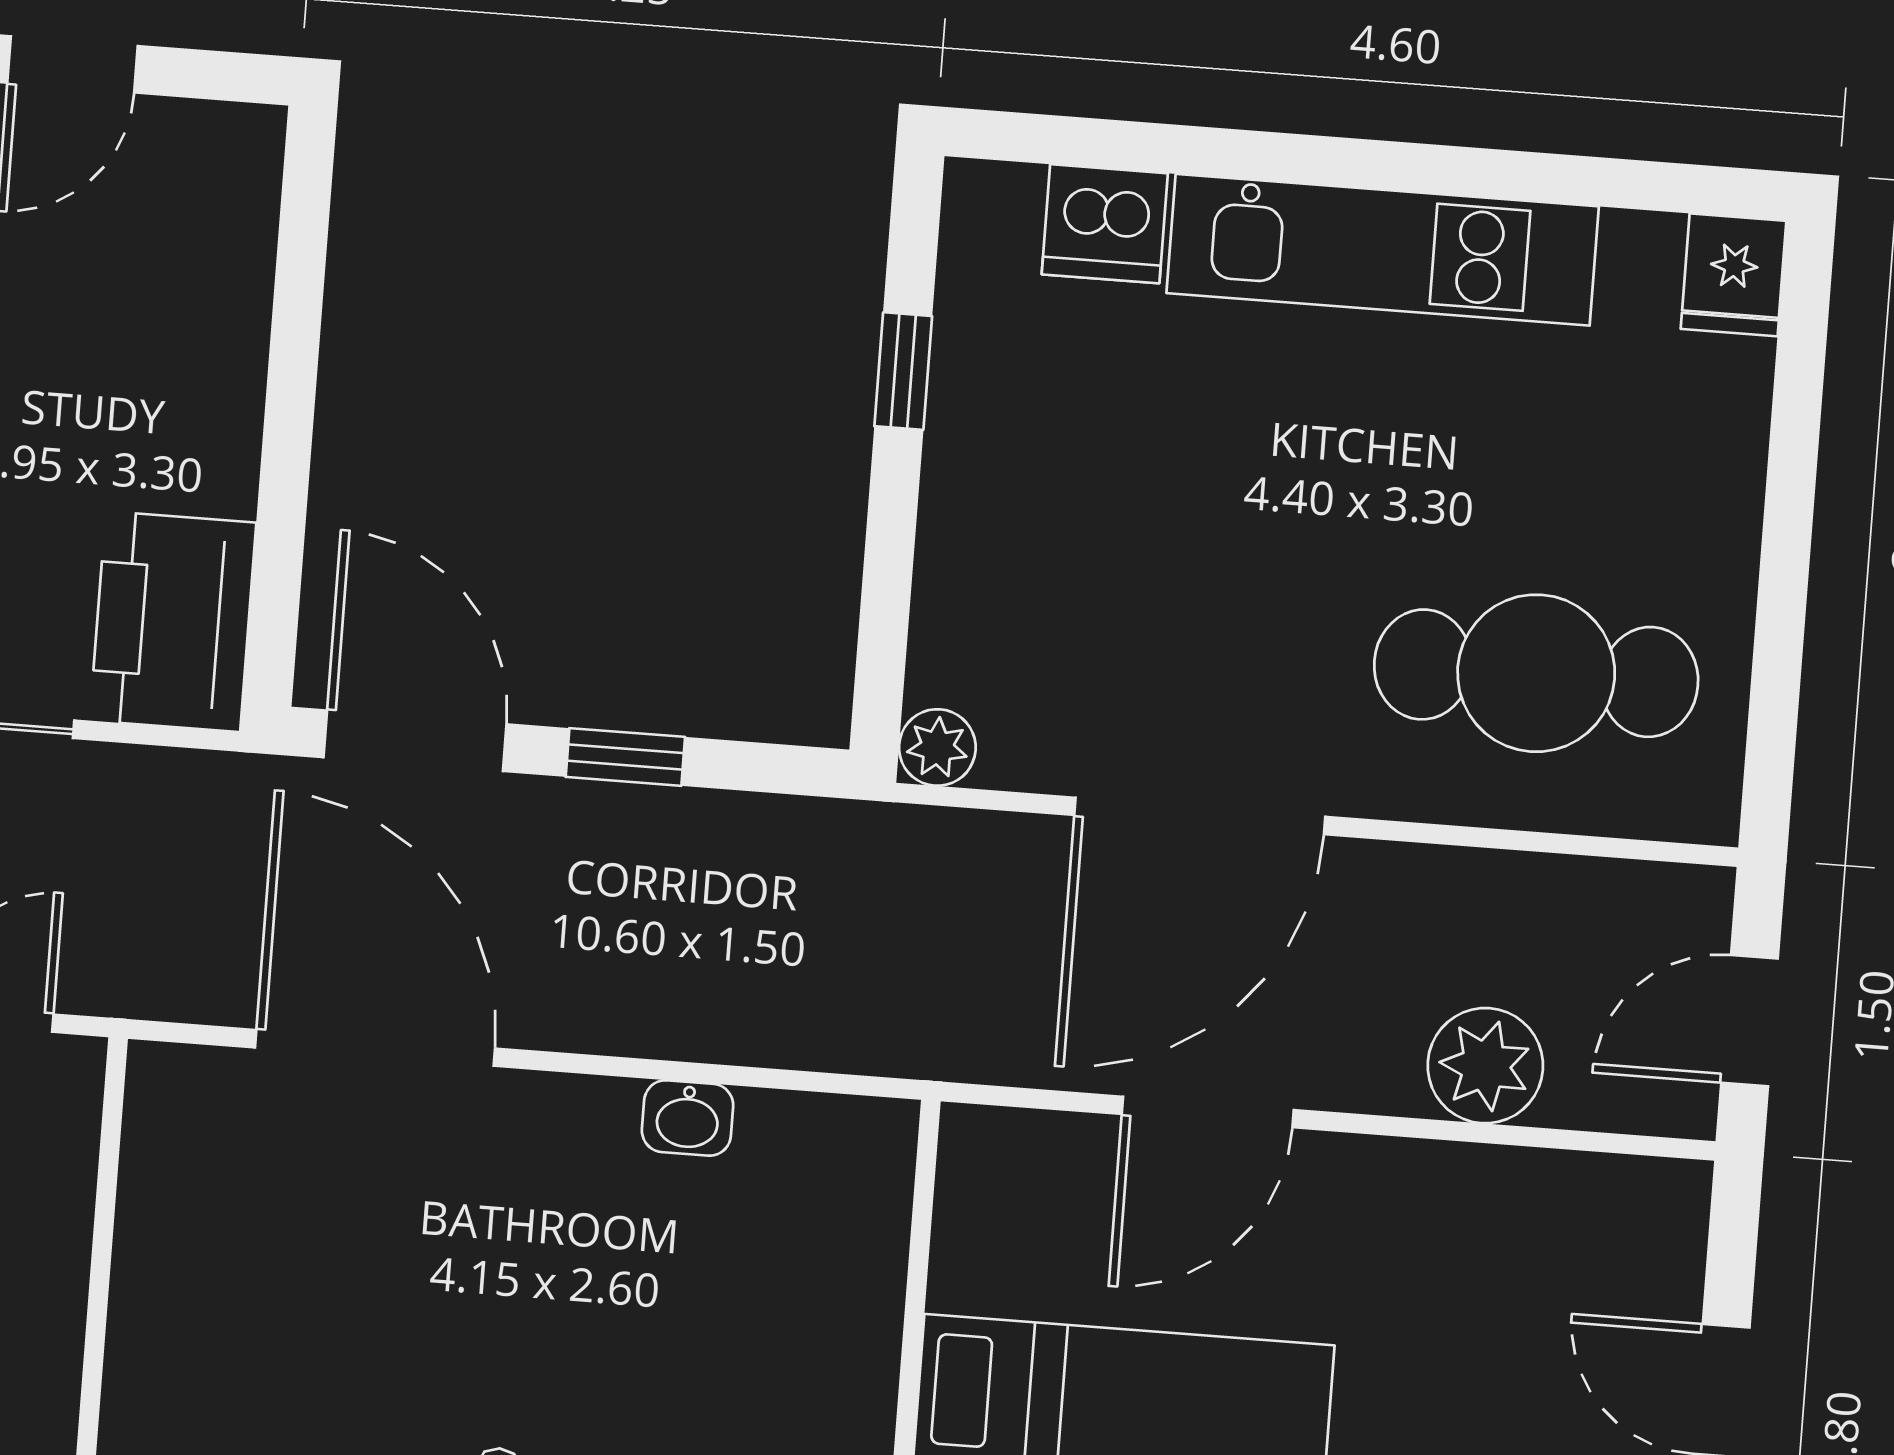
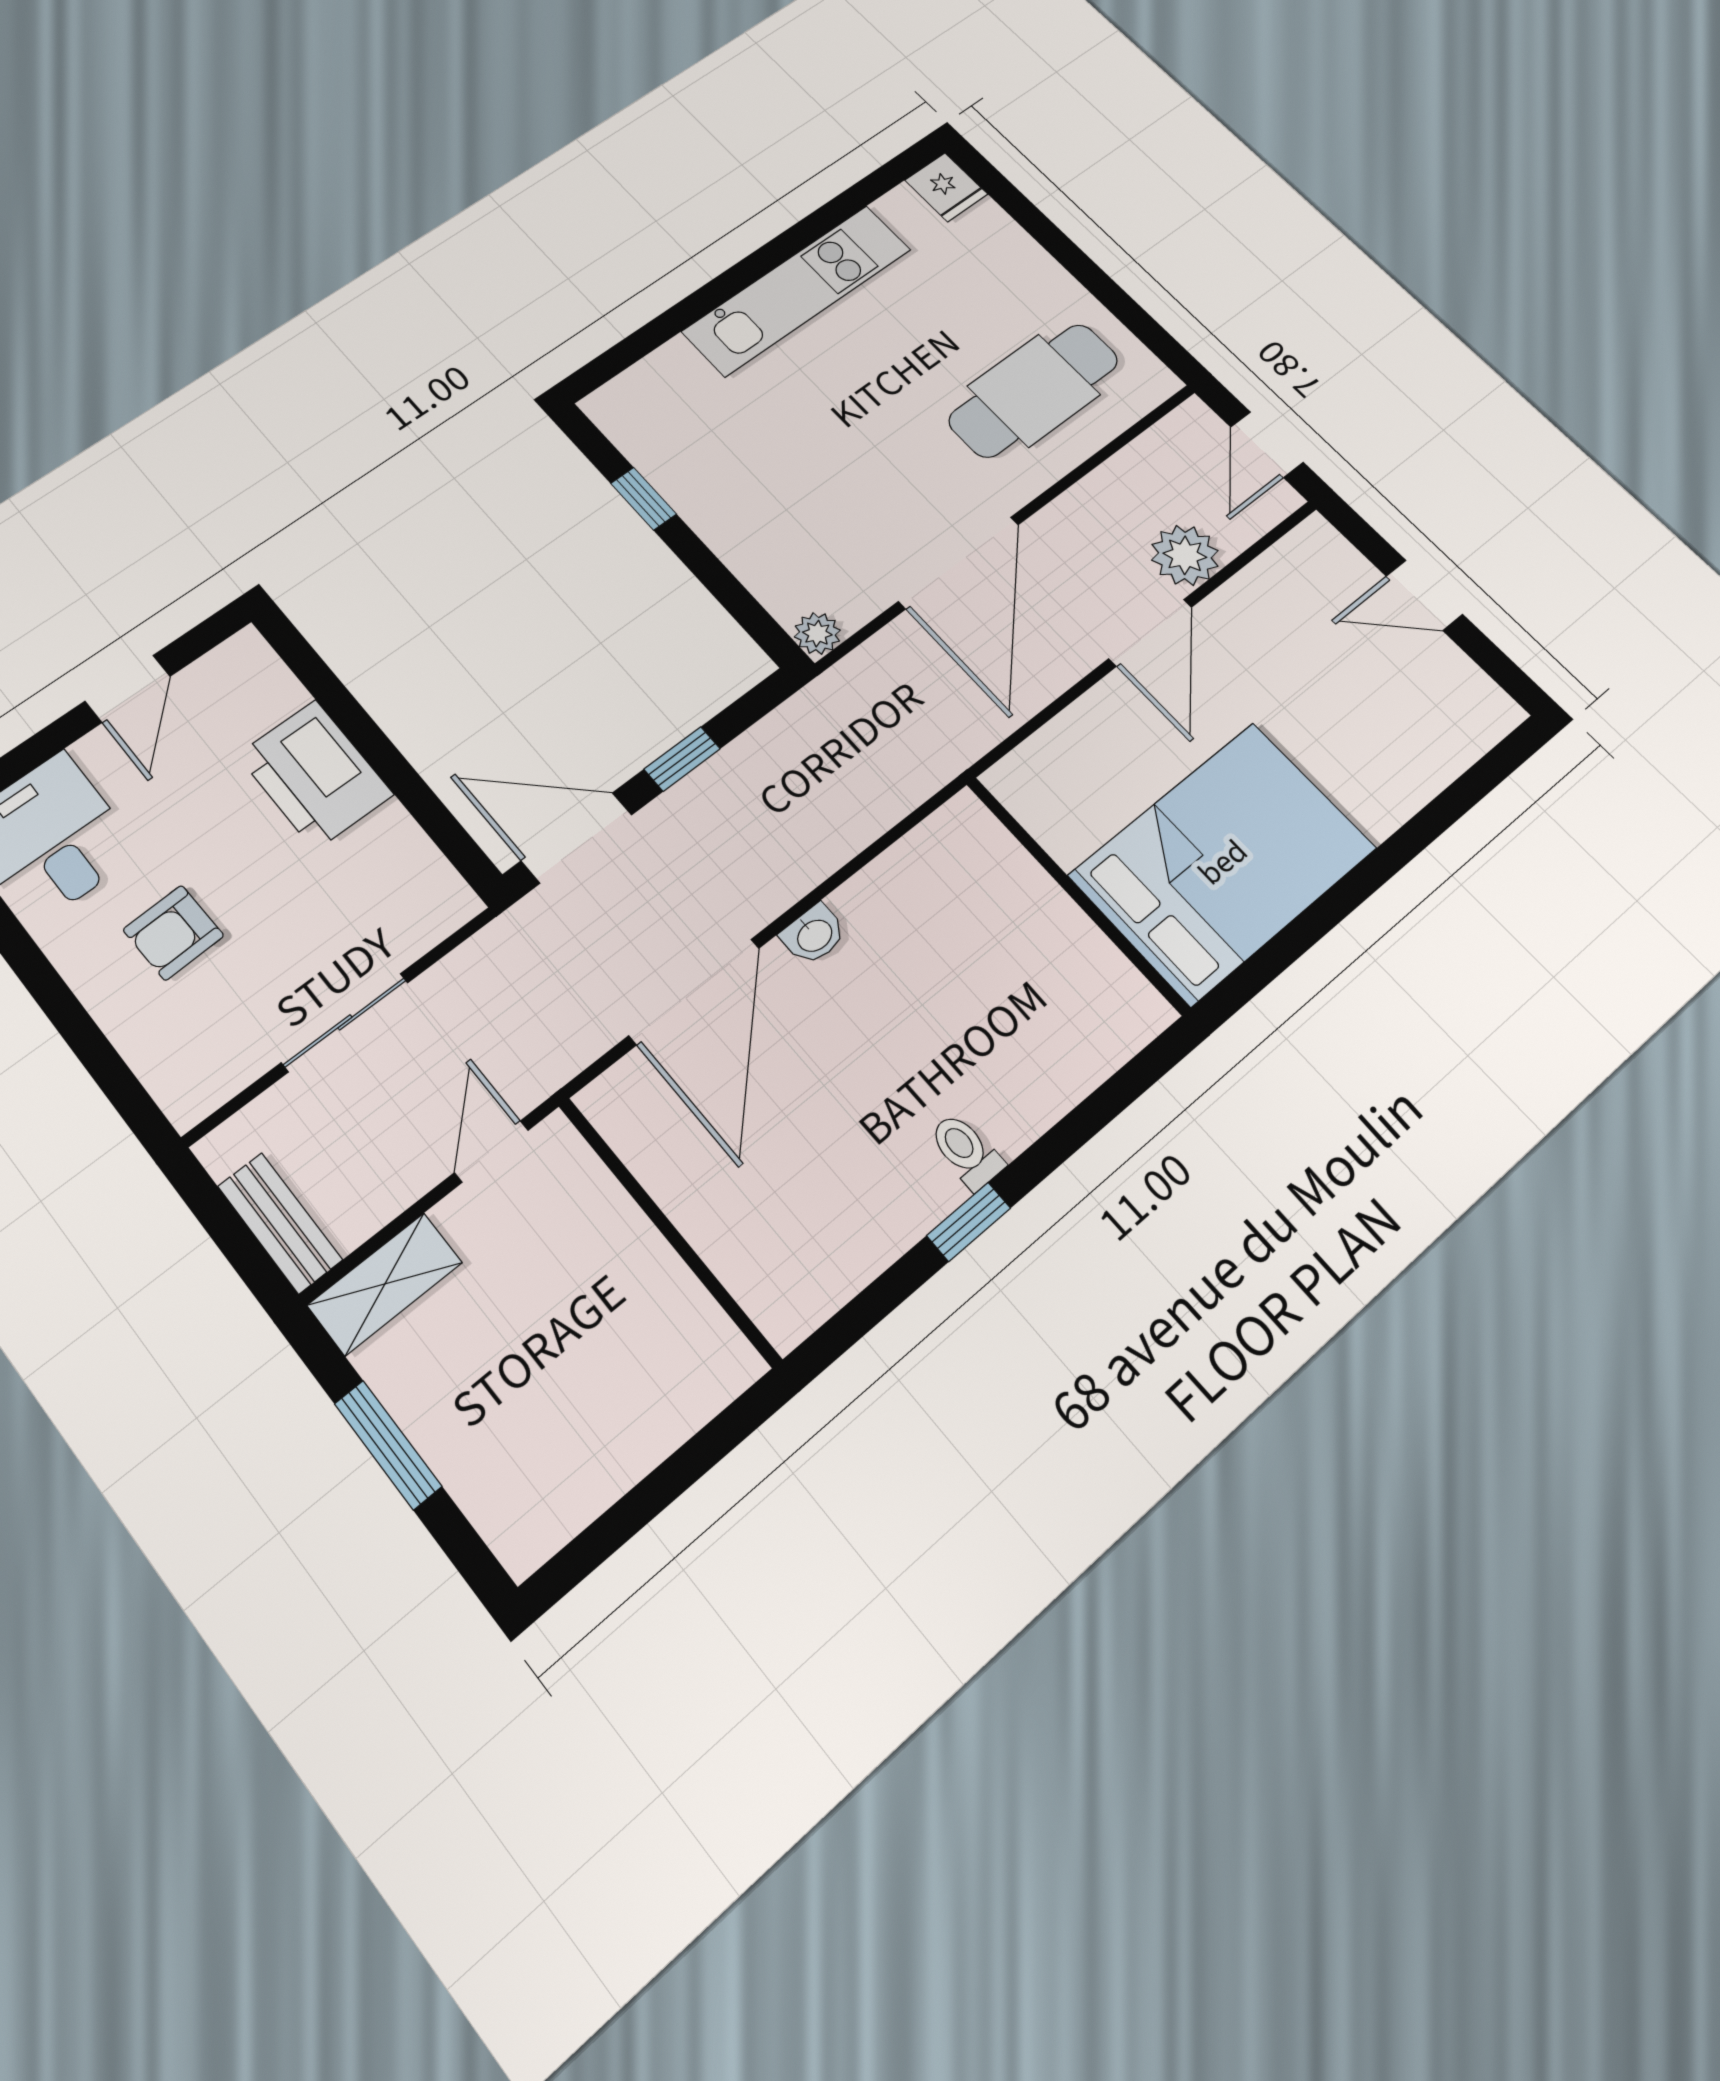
dishwasher: (1105, 224) -> (671, 373), removed
printer: (173, 622) -> (315, 775), moved
door: (375, 1048) -> (694, 992), swing flipped
door: (1208, 1112) -> (1150, 633), moved
washbasin: (688, 1118) -> (814, 935), moved

